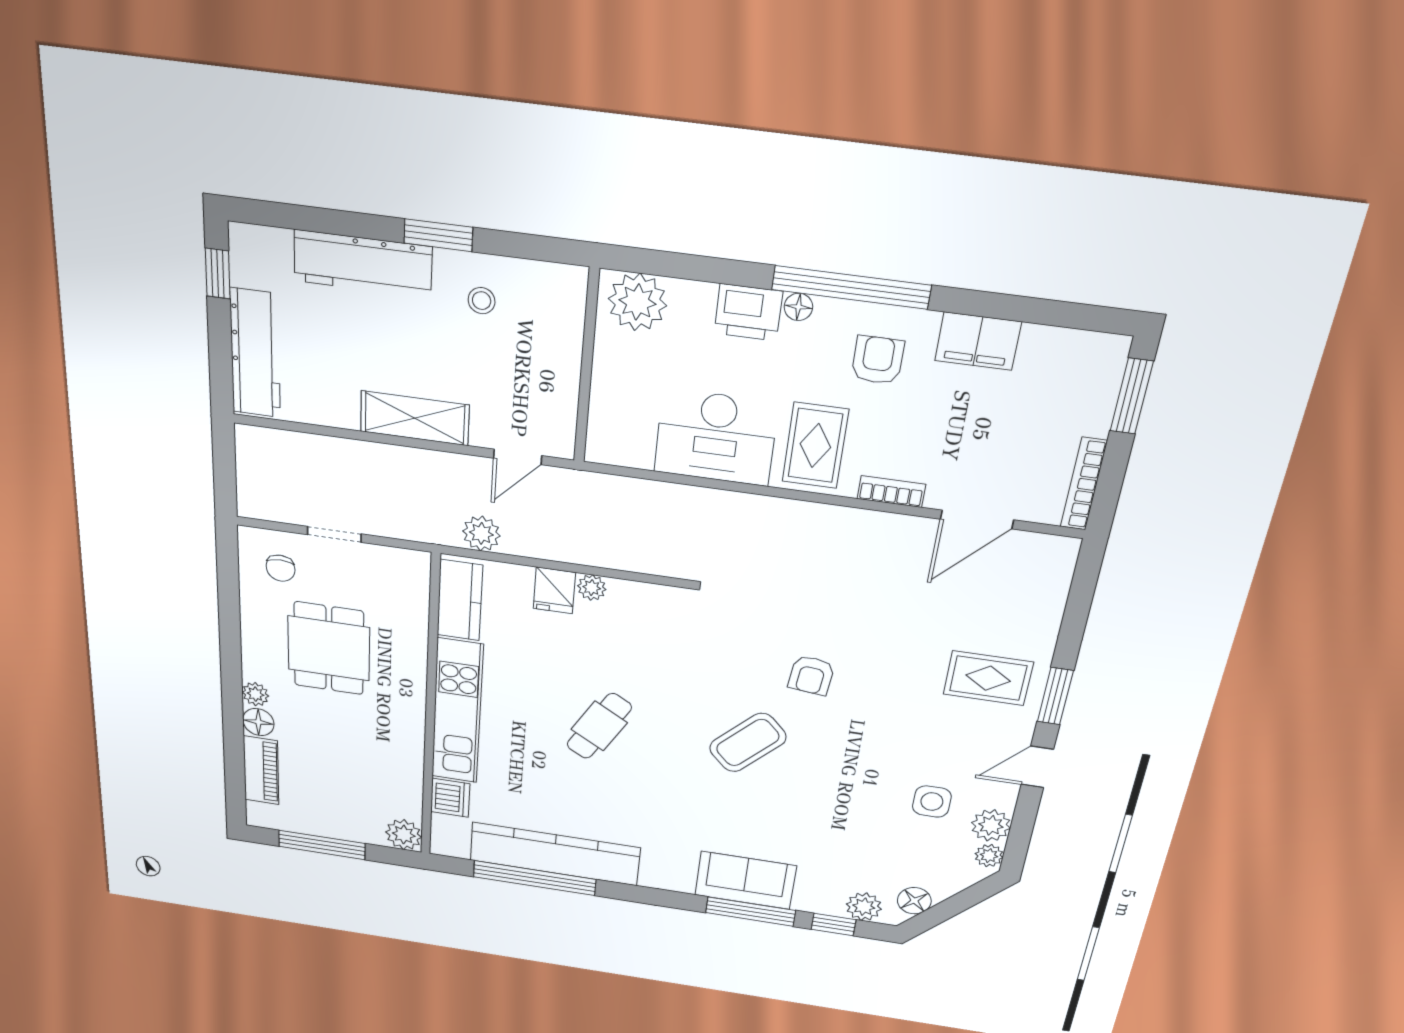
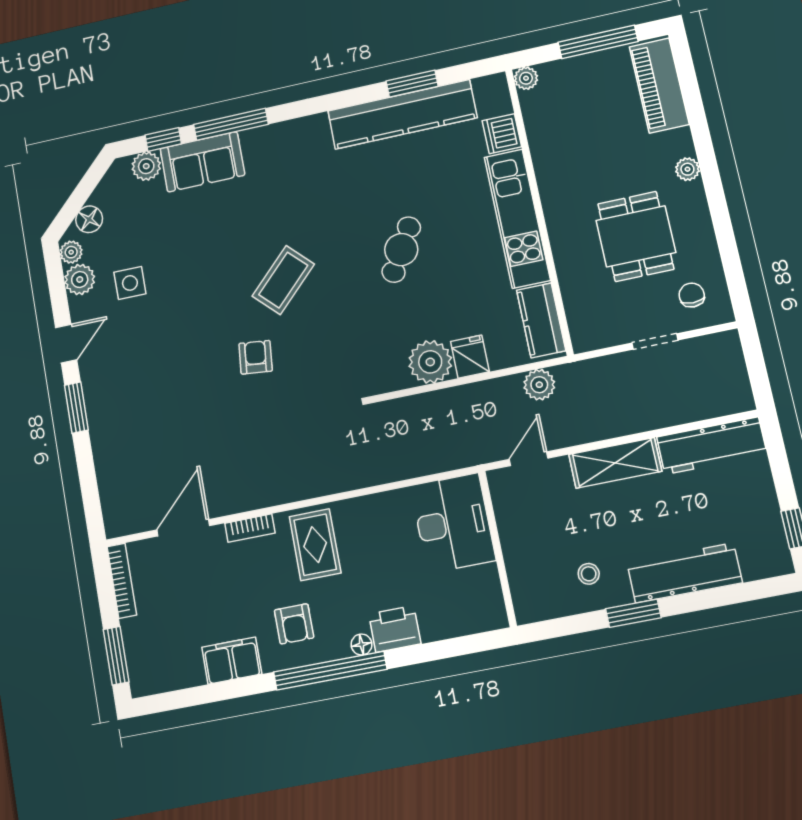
plant: (637, 302) -> (475, 610), removed
workbench: (255, 353) -> (712, 446), moved, turned -90
desk: (716, 437) -> (453, 523), moved, turned 90
plant: (592, 588) -> (430, 362), width x1.88, depth x1.88
rug: (988, 678) -> (129, 404), removed
floor lamp: (258, 722) -> (679, 143), removed
piano: (261, 770) -> (659, 86), width x1.37, depth x1.33
plant: (404, 835) -> (526, 78), width x0.73, depth x0.73
window: (534, 878) -> (412, 84), width x0.47
sofa: (746, 880) -> (202, 162), moved
floor lamp: (914, 901) -> (89, 219), moved

